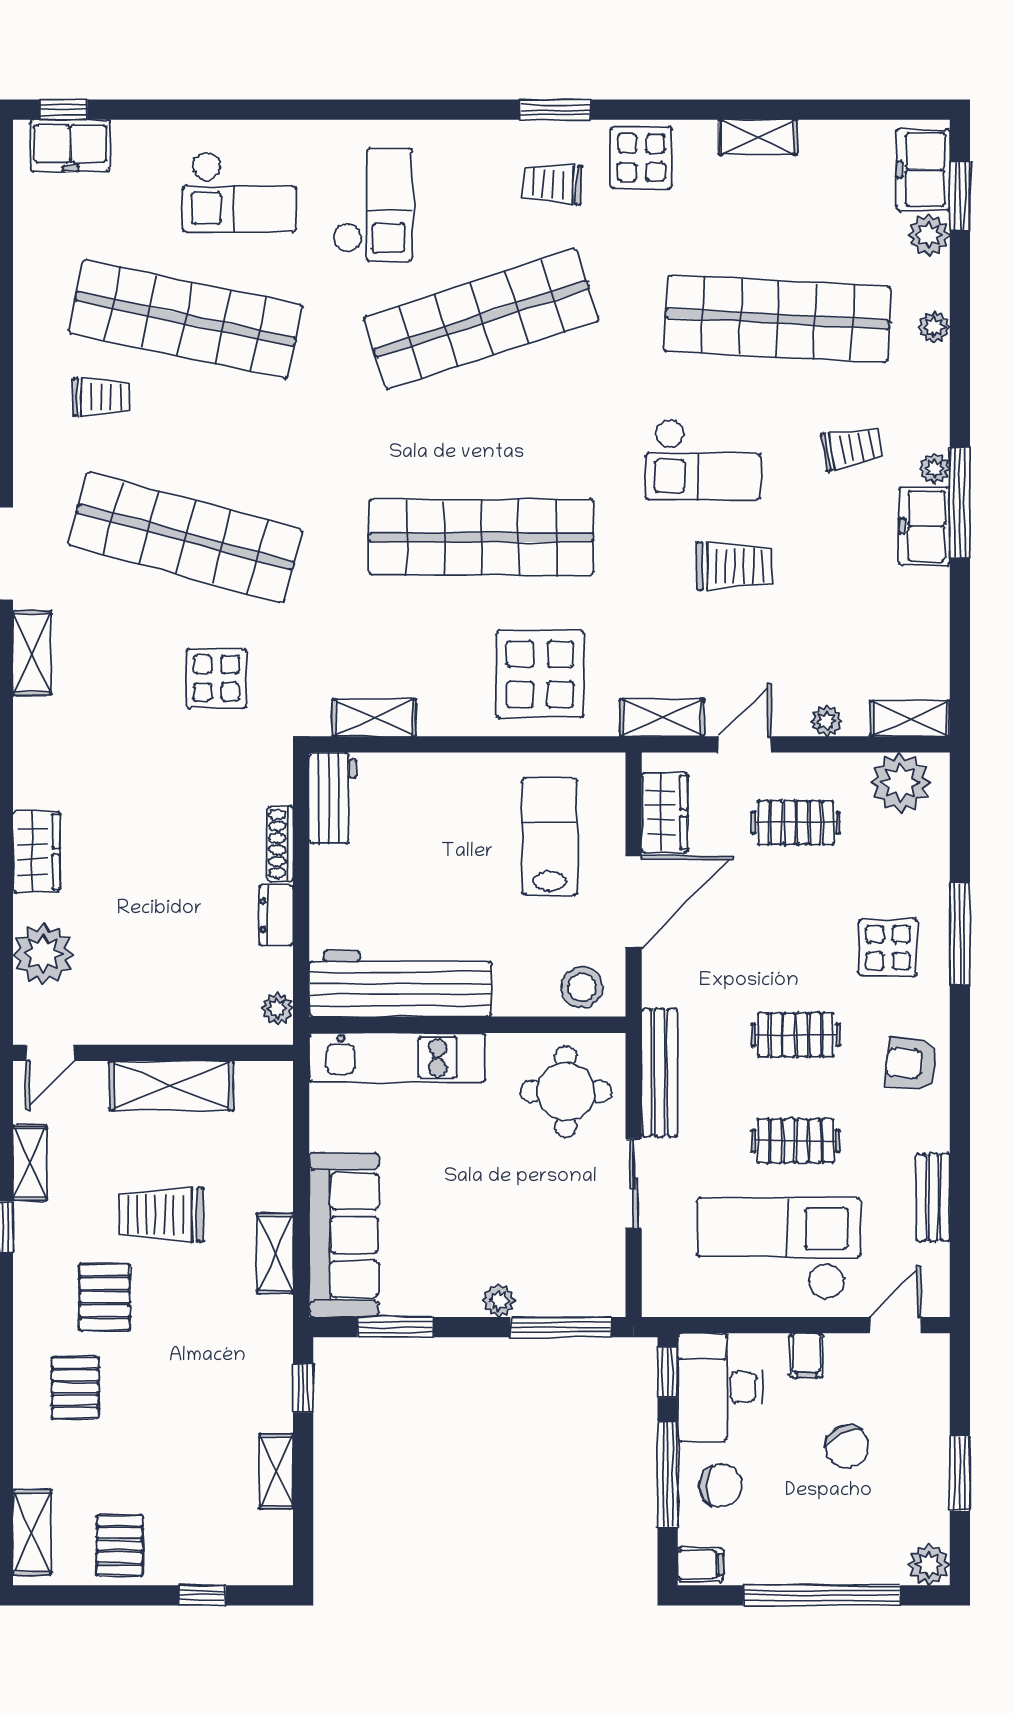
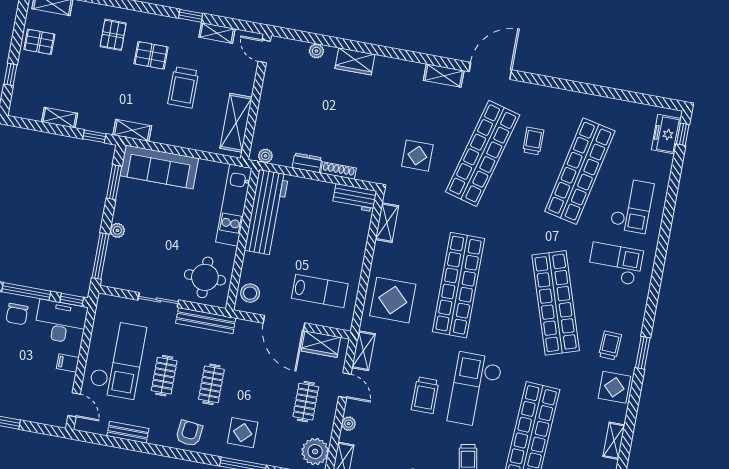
checkout: (239, 192) -> (632, 206), turned 180
checkout: (373, 205) -> (615, 264), turned 180
trolley: (102, 397) -> (533, 141), moved, turned 180
checkout: (703, 460) -> (475, 390), width x1.36, depth x1.21
plant: (43, 954) -> (316, 51), width x0.53, depth x0.53
shelving: (171, 1086) -> (236, 123), moved
trolley: (161, 1215) -> (183, 87), turned 180
shelving: (275, 1253) -> (132, 130), moved
pallet: (75, 1388) -> (113, 35), turned 90
chair: (847, 1446) -> (24, 374), removed

